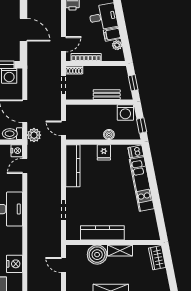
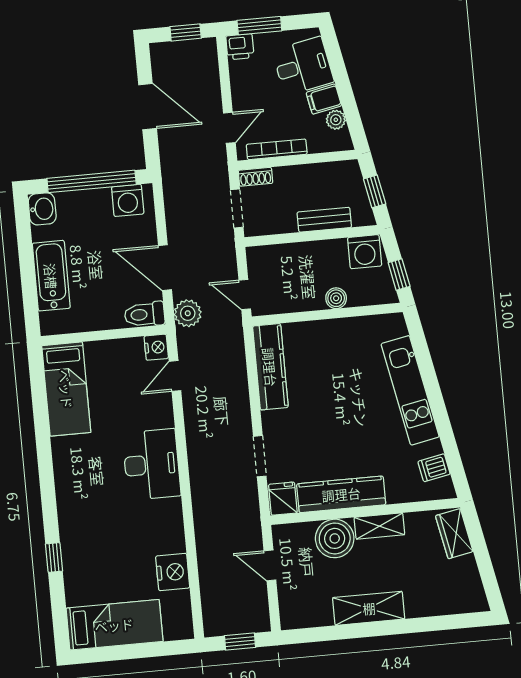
dishwasher: (136, 151) -> (434, 468), moved
fridge: (104, 152) -> (283, 499), moved, turned 180

